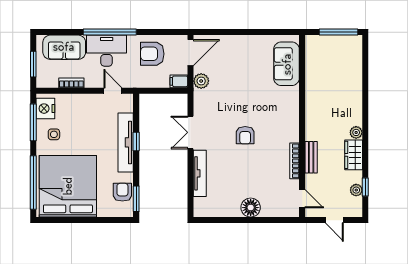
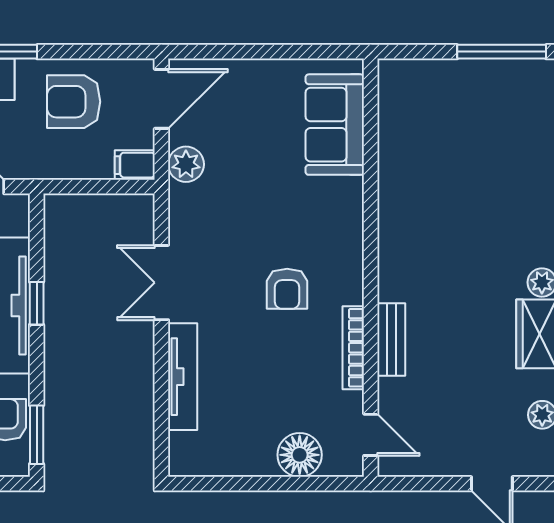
sofa: (287, 64) -> (335, 125), moved
wall: (302, 126) -> (371, 268), moved
bench: (311, 157) -> (391, 340), moved
bookcase: (295, 161) -> (353, 348), moved
door: (302, 199) -> (371, 435), moved

